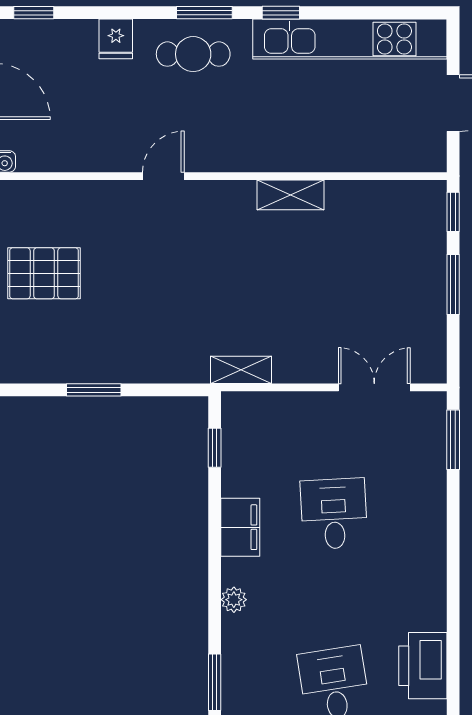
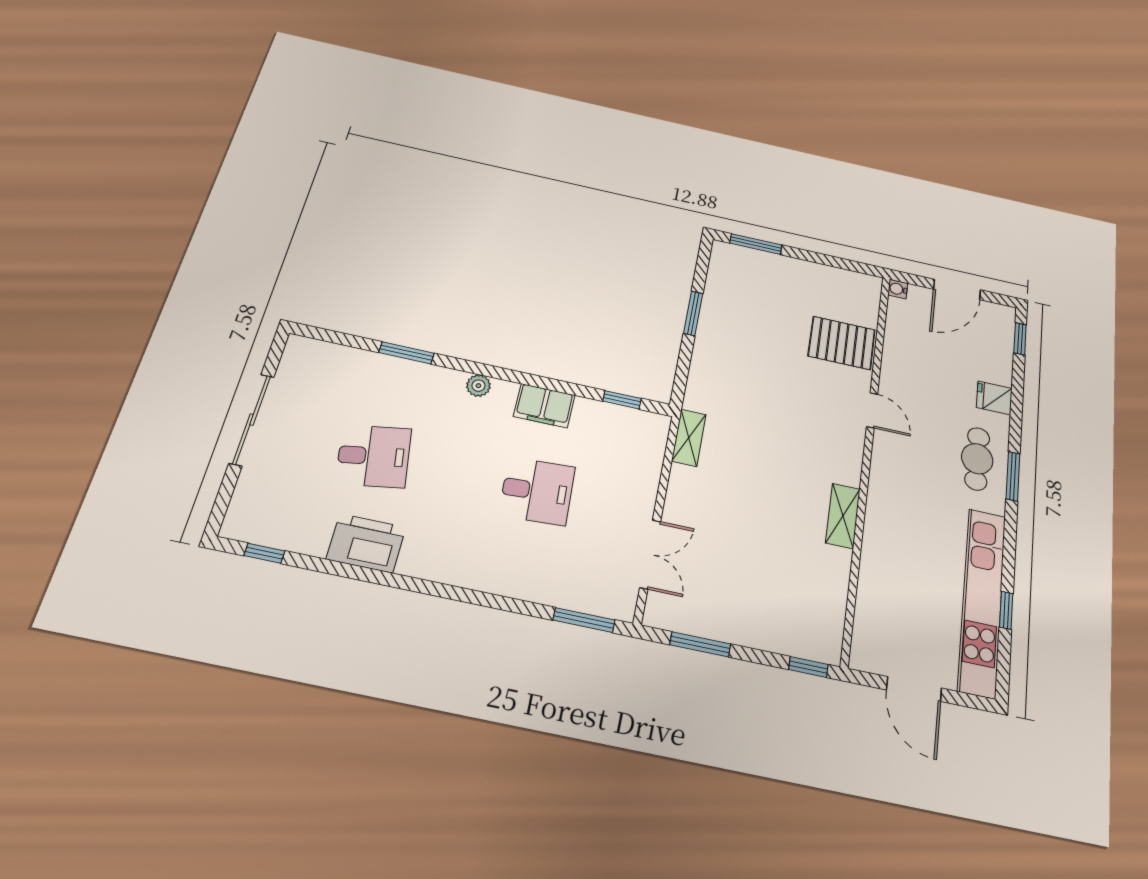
window: (281, 13) -> (1006, 610), moved
pallet: (44, 273) -> (842, 343), moved, turned 90
window: (453, 285) -> (700, 644), moved

